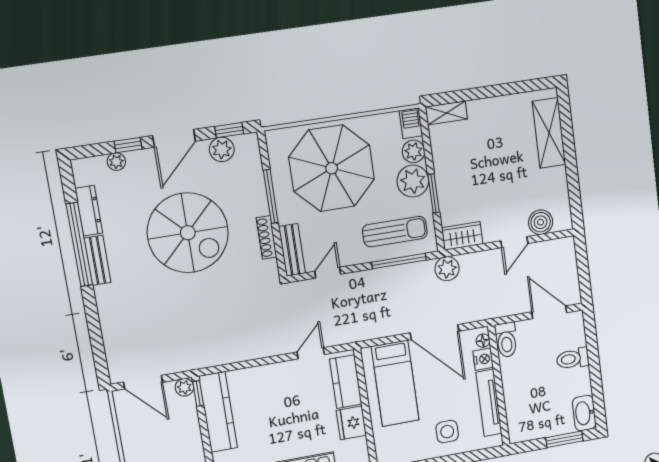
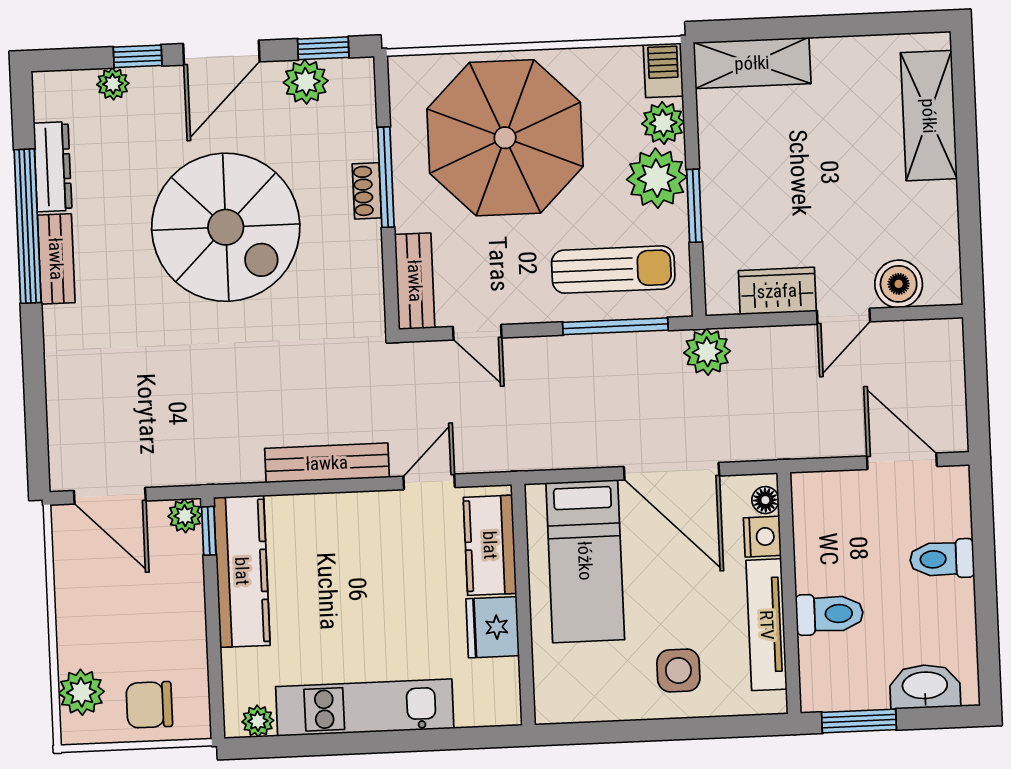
shelving: (446, 113) -> (752, 63), width x1.50, depth x1.33
wardrobe: (462, 236) -> (777, 291), moved
shoe rack: (266, 237) -> (367, 191), moved, width x0.70
door: (328, 273) -> (477, 332), swing flipped
toilet: (506, 340) -> (829, 614), moved, turned -90
bench: (256, 350) -> (327, 463), added
washbasin: (584, 413) -> (925, 687), moved, turned 90
window: (564, 439) -> (859, 721), moved

